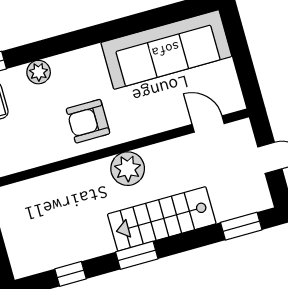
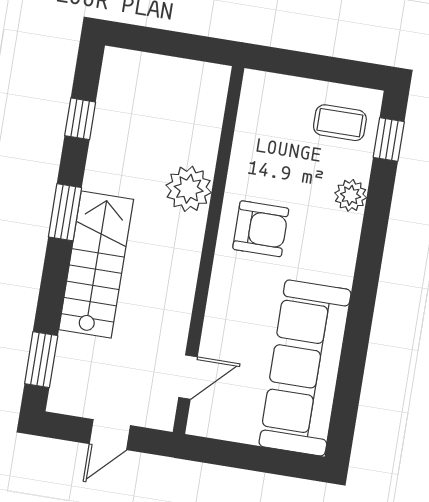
armchair: (88, 121) -> (261, 229), turned 90
plant: (128, 169) -> (189, 189), moved

